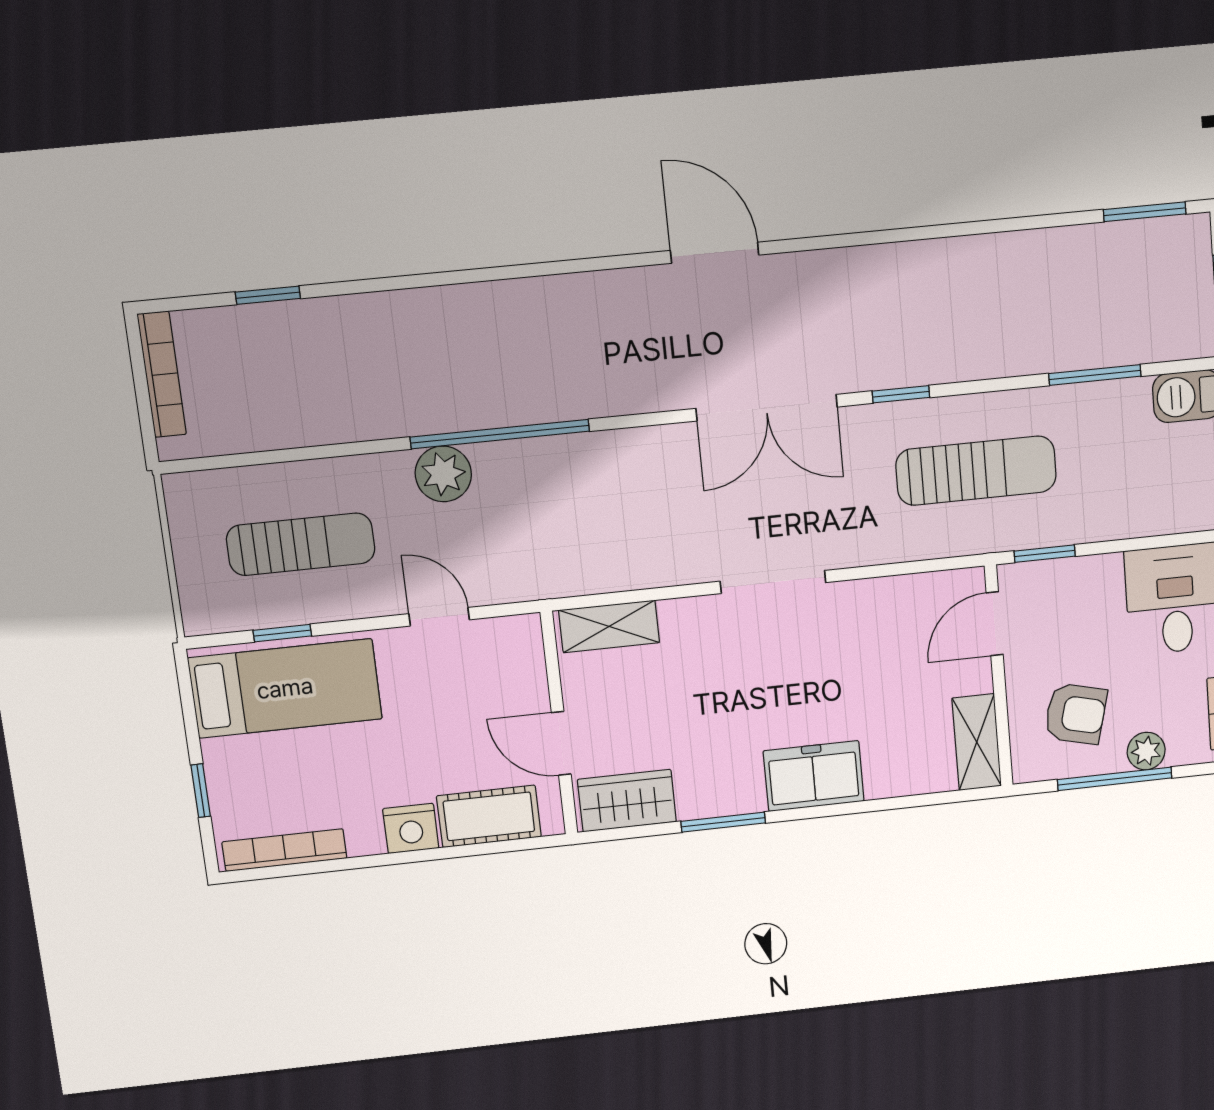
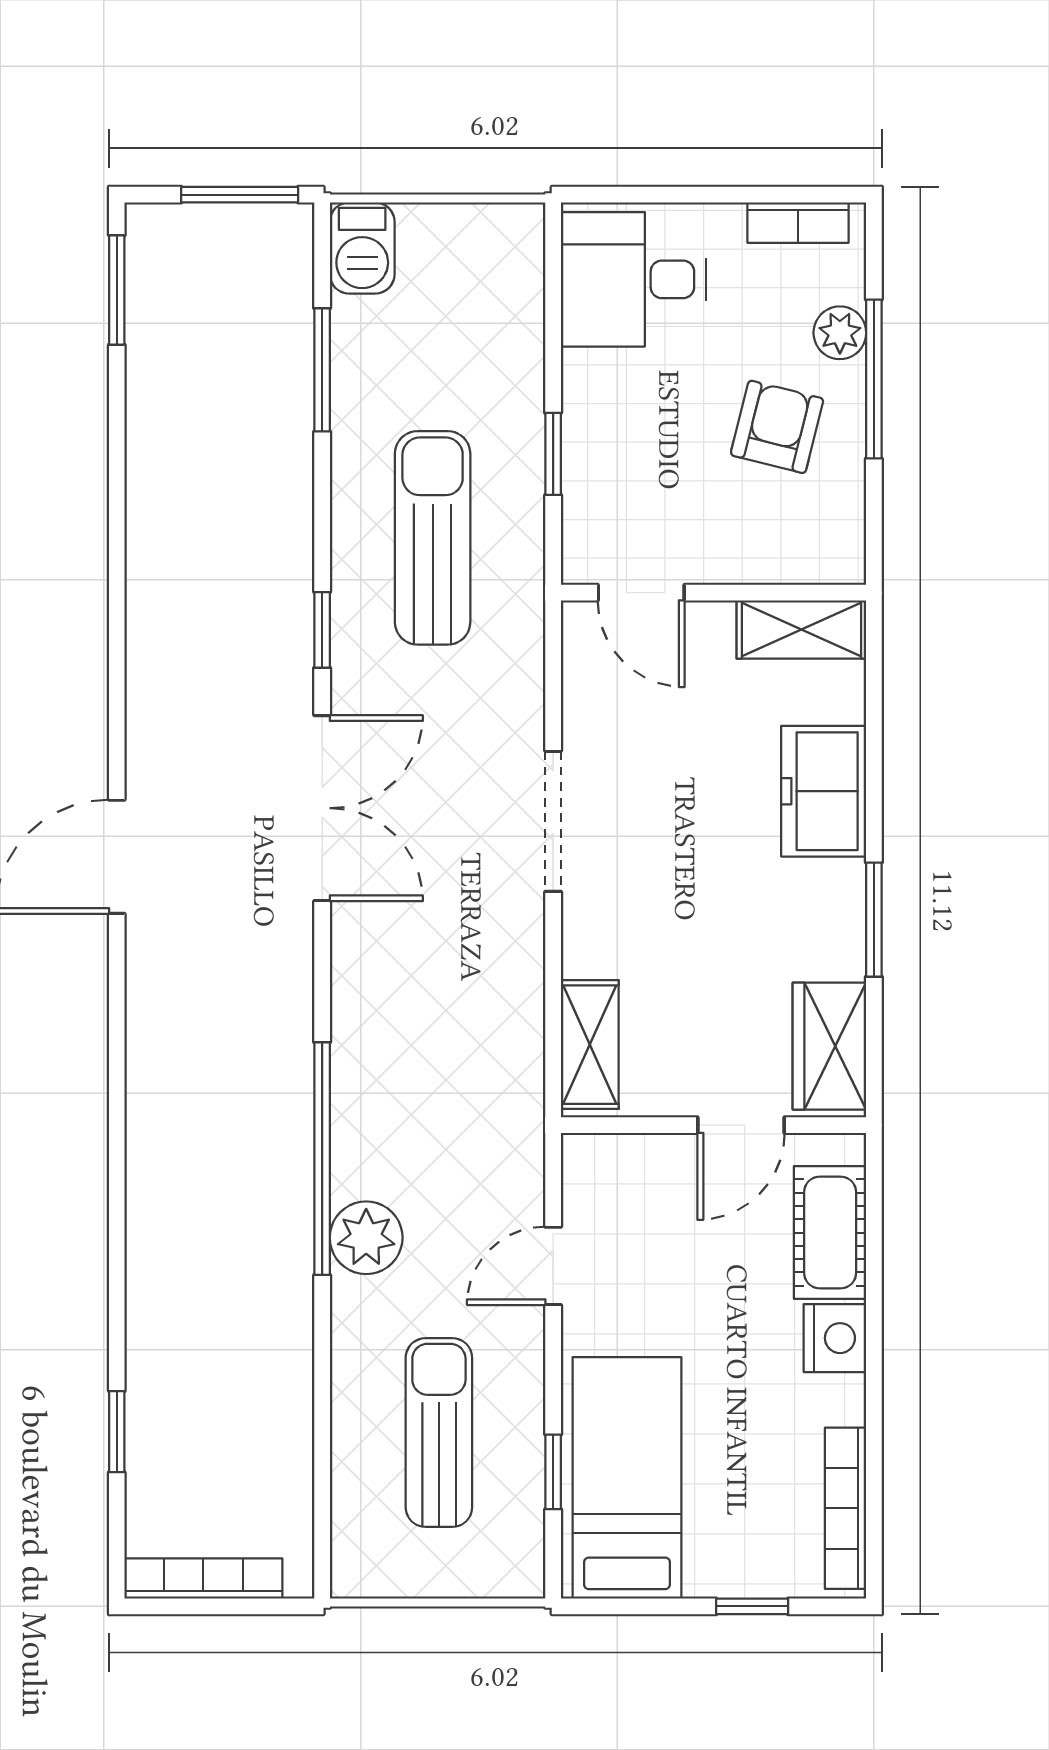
door: (995, 624) -> (641, 593), moved
wall: (999, 676) -> (714, 593), moved
shelving: (977, 742) -> (801, 629), moved

